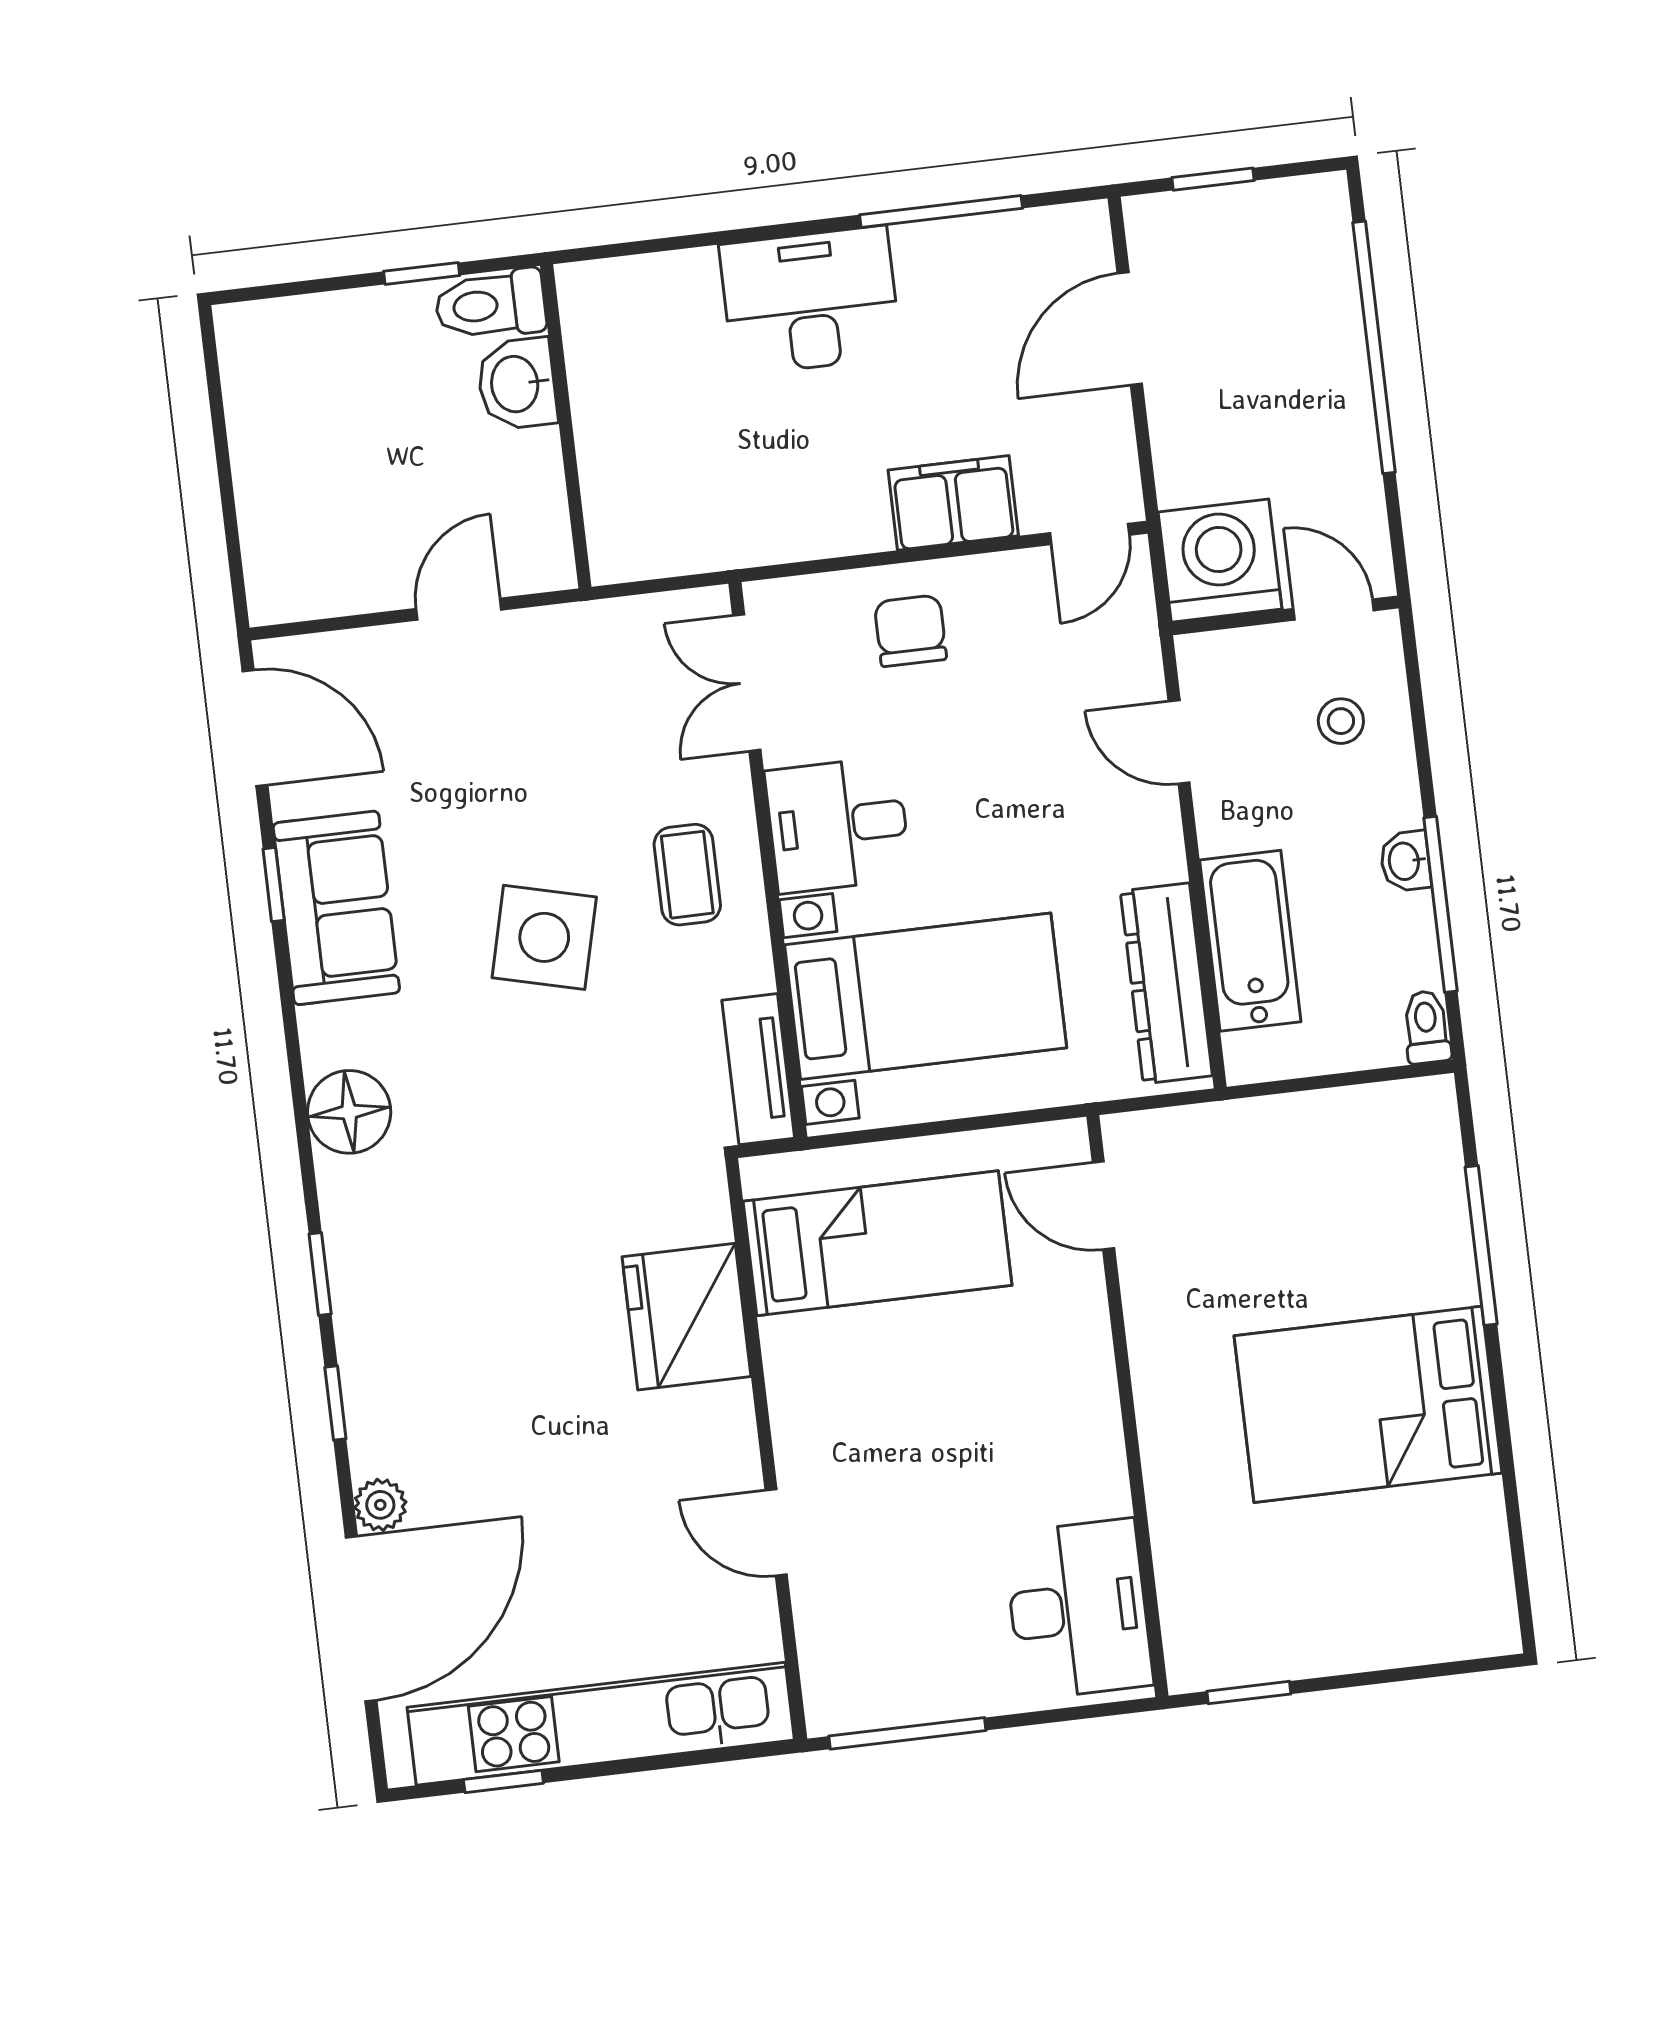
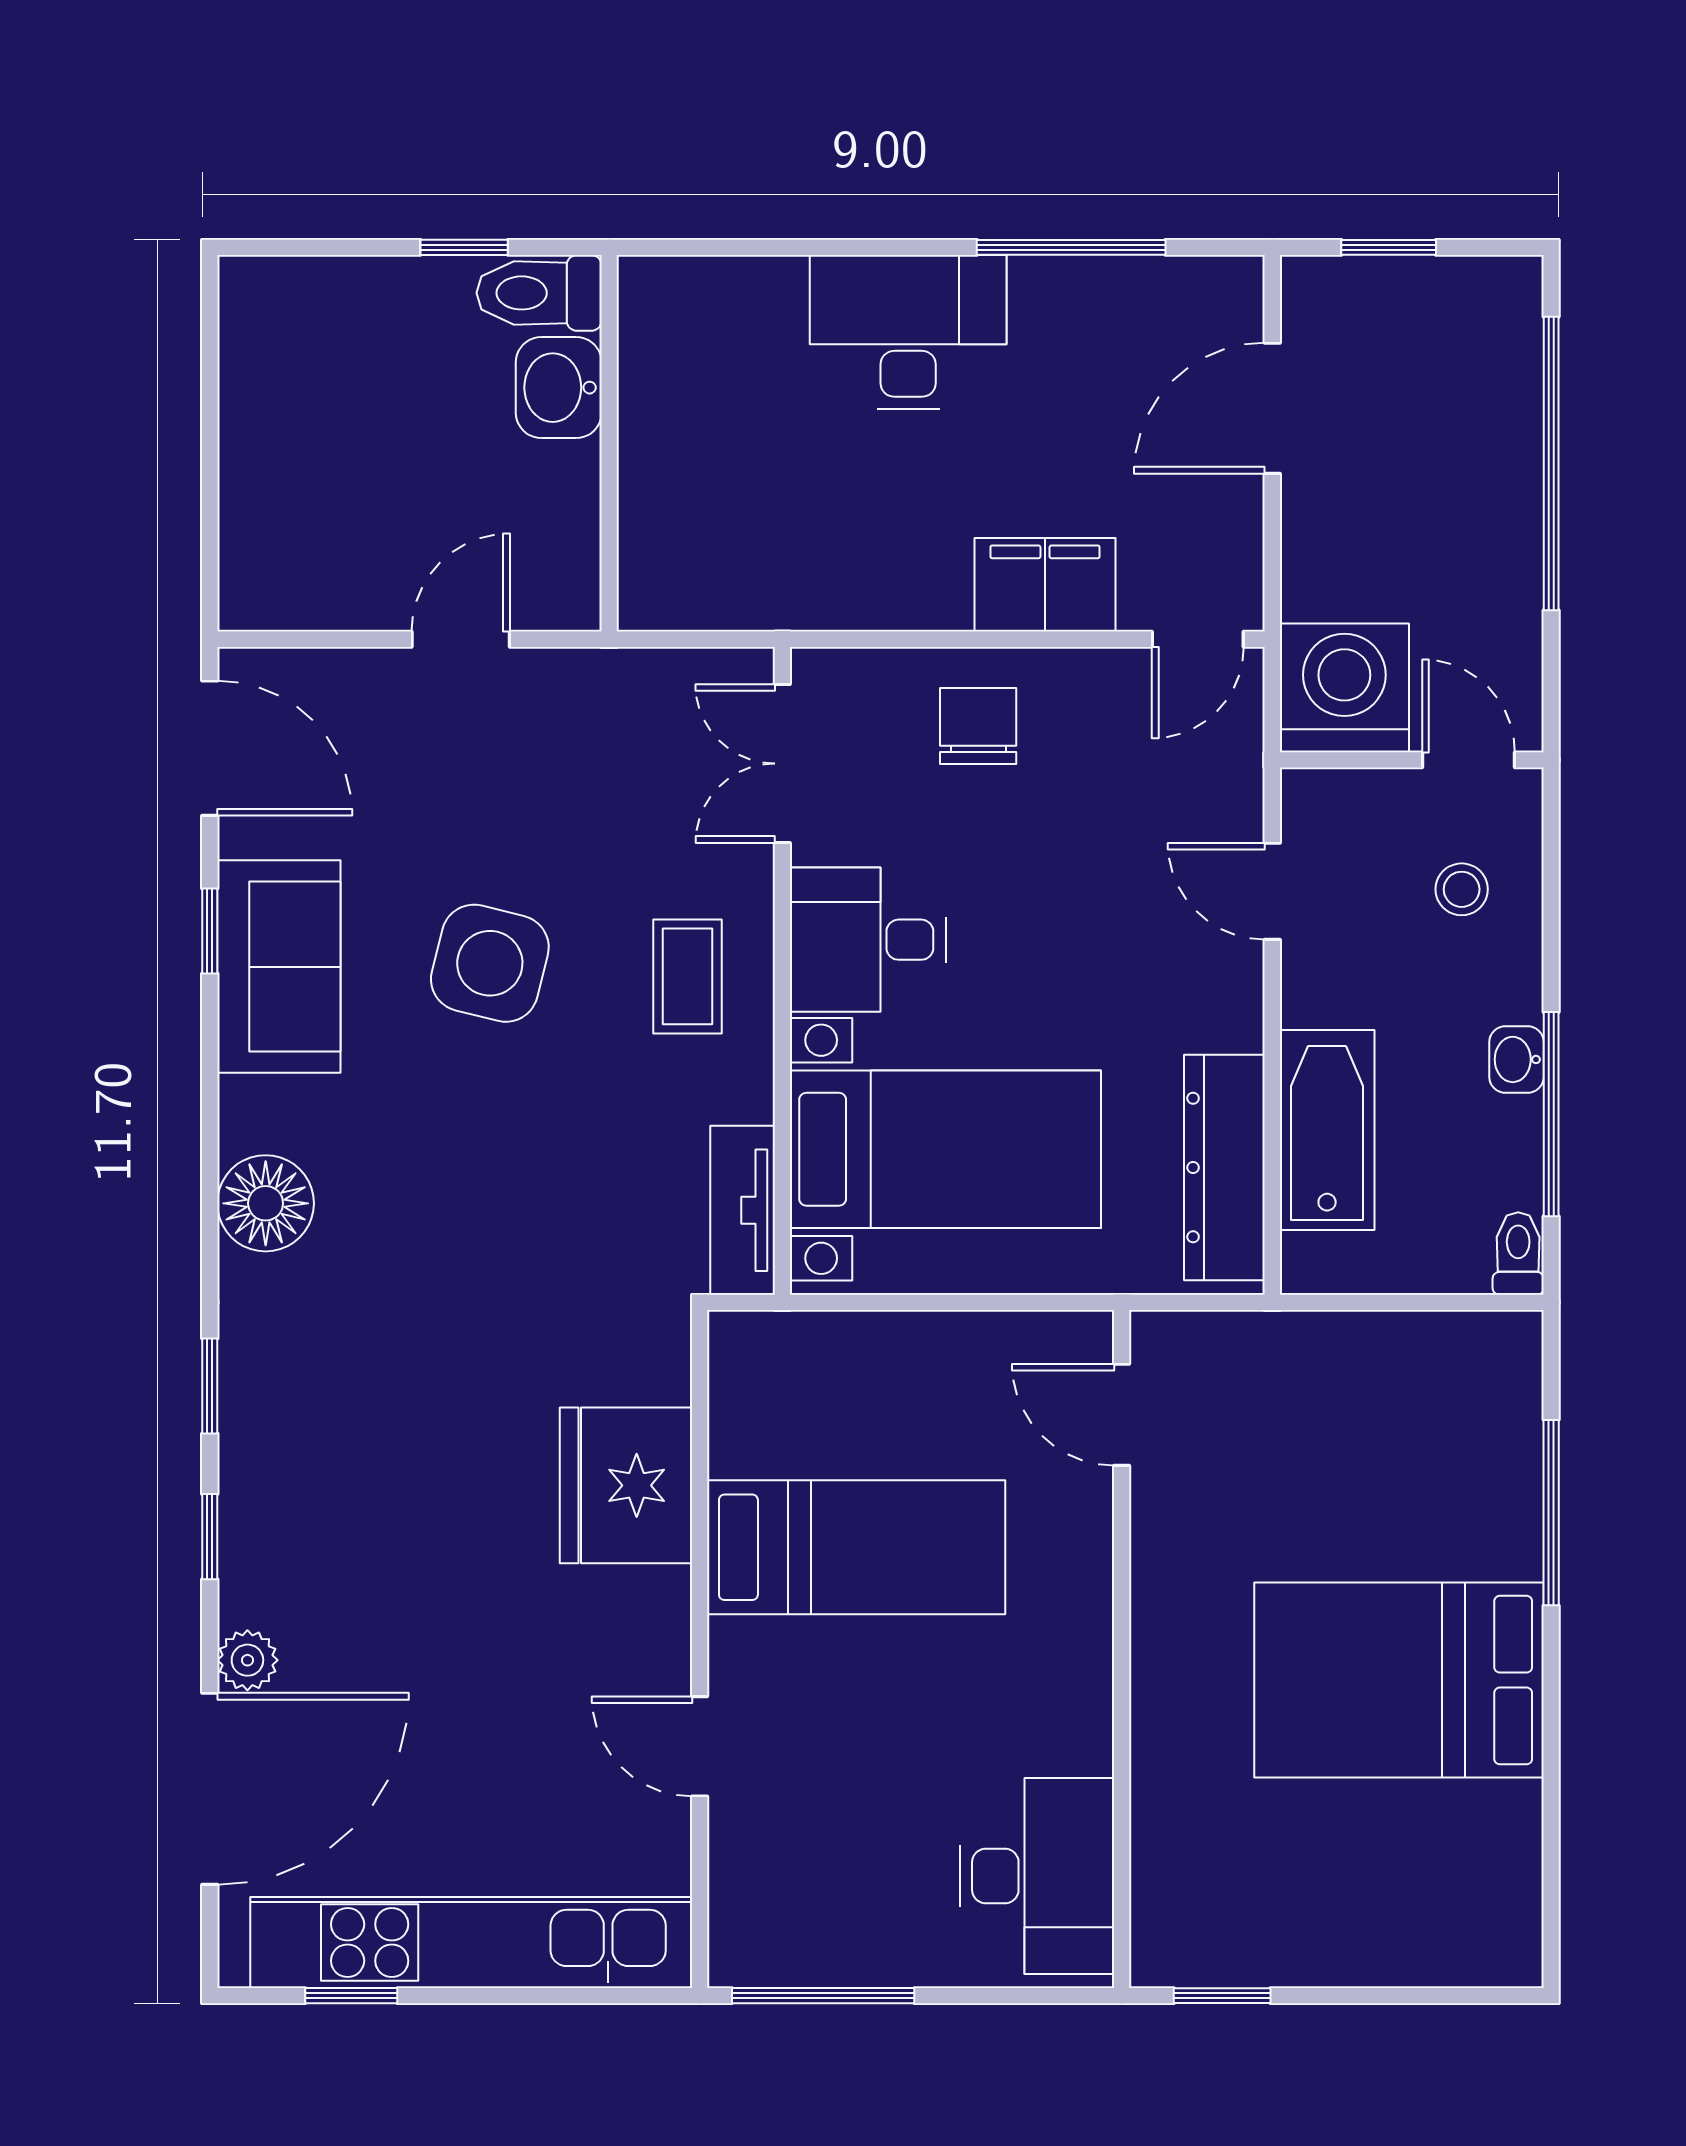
side table: (544, 937) -> (490, 963), moved
bed: (878, 1243) -> (856, 1547), moved

